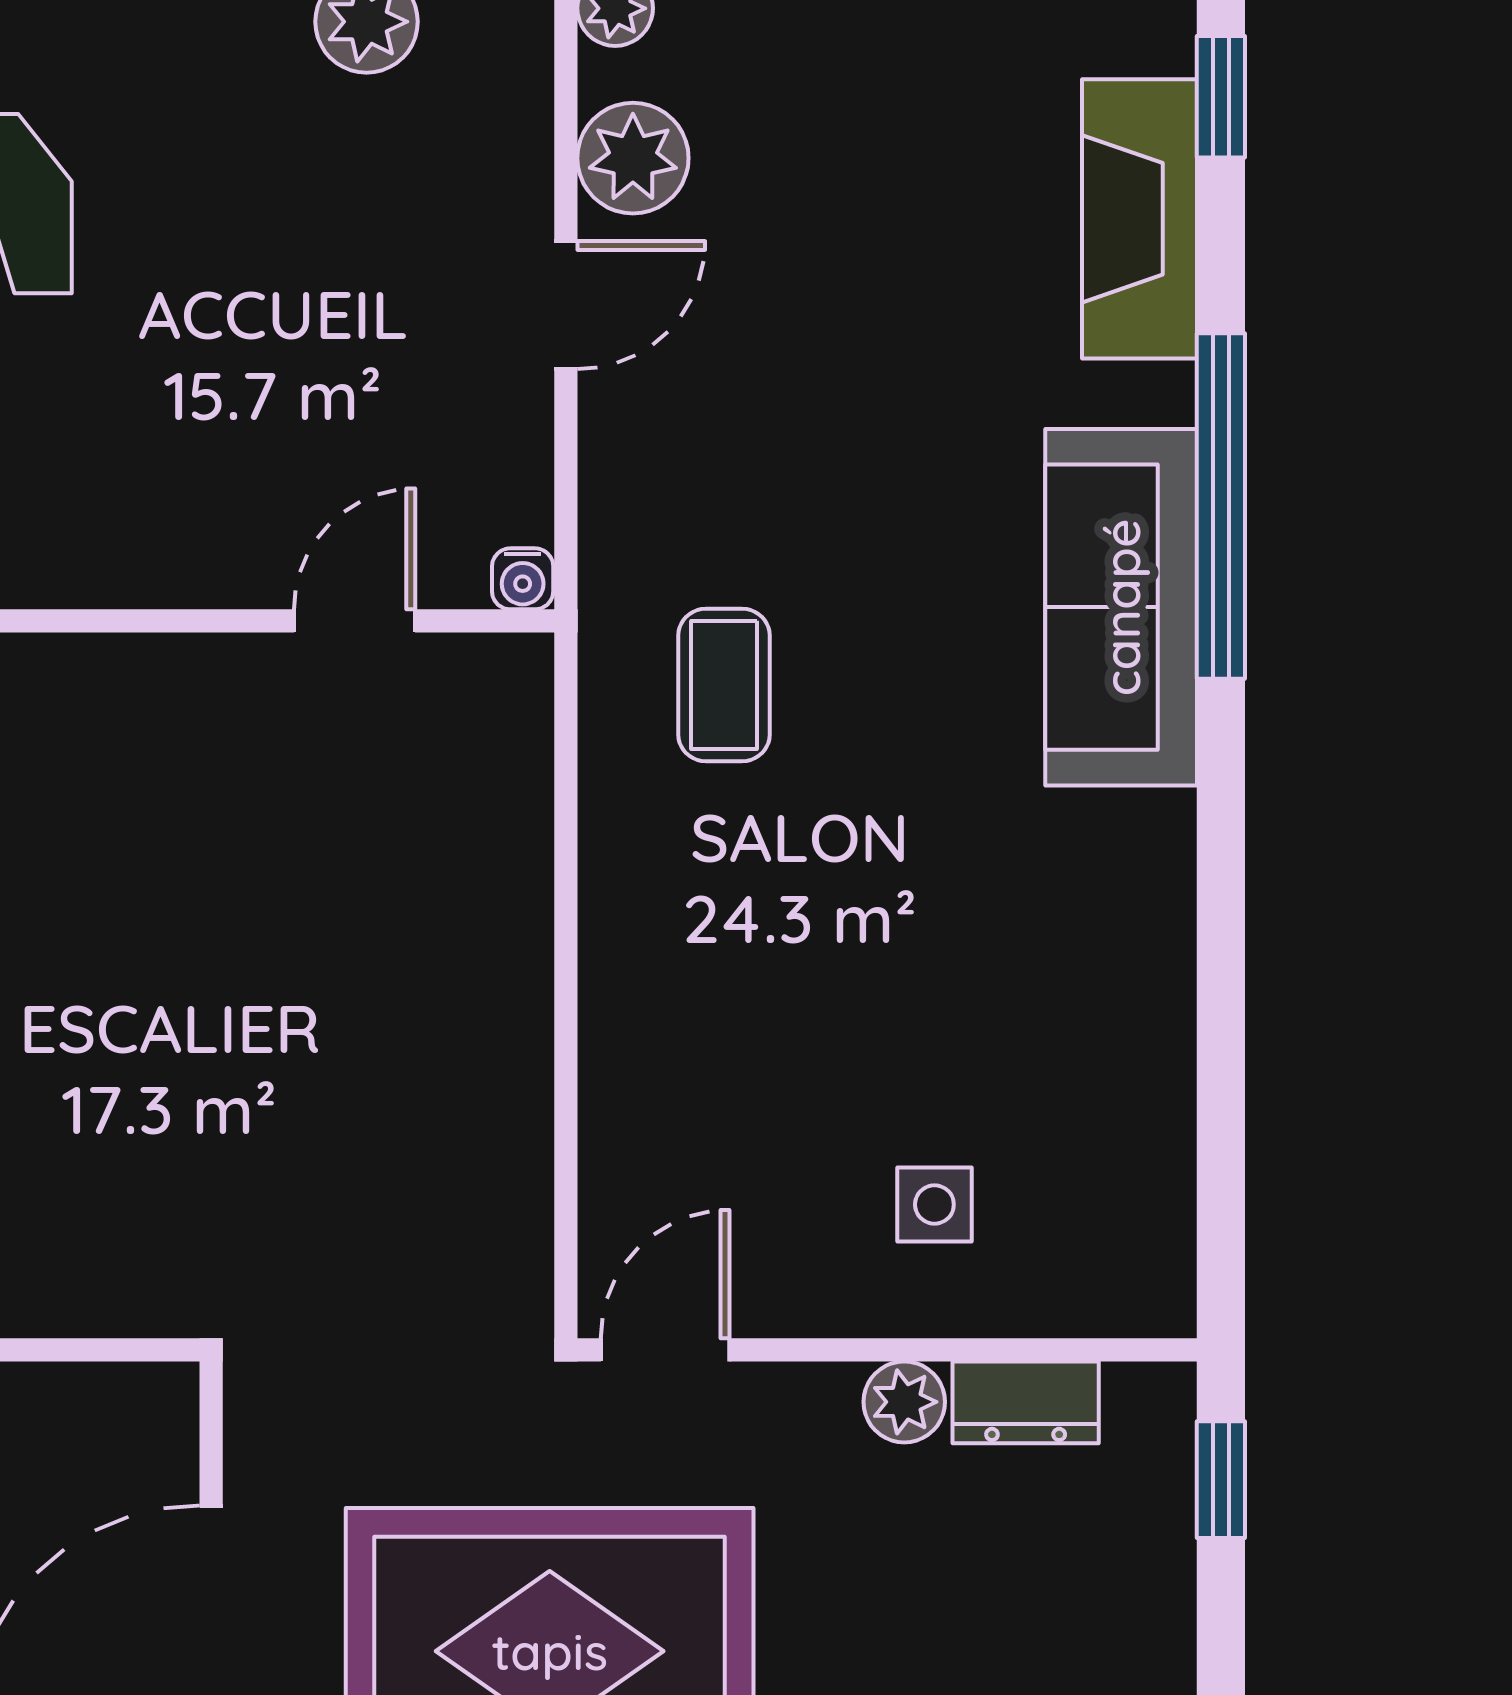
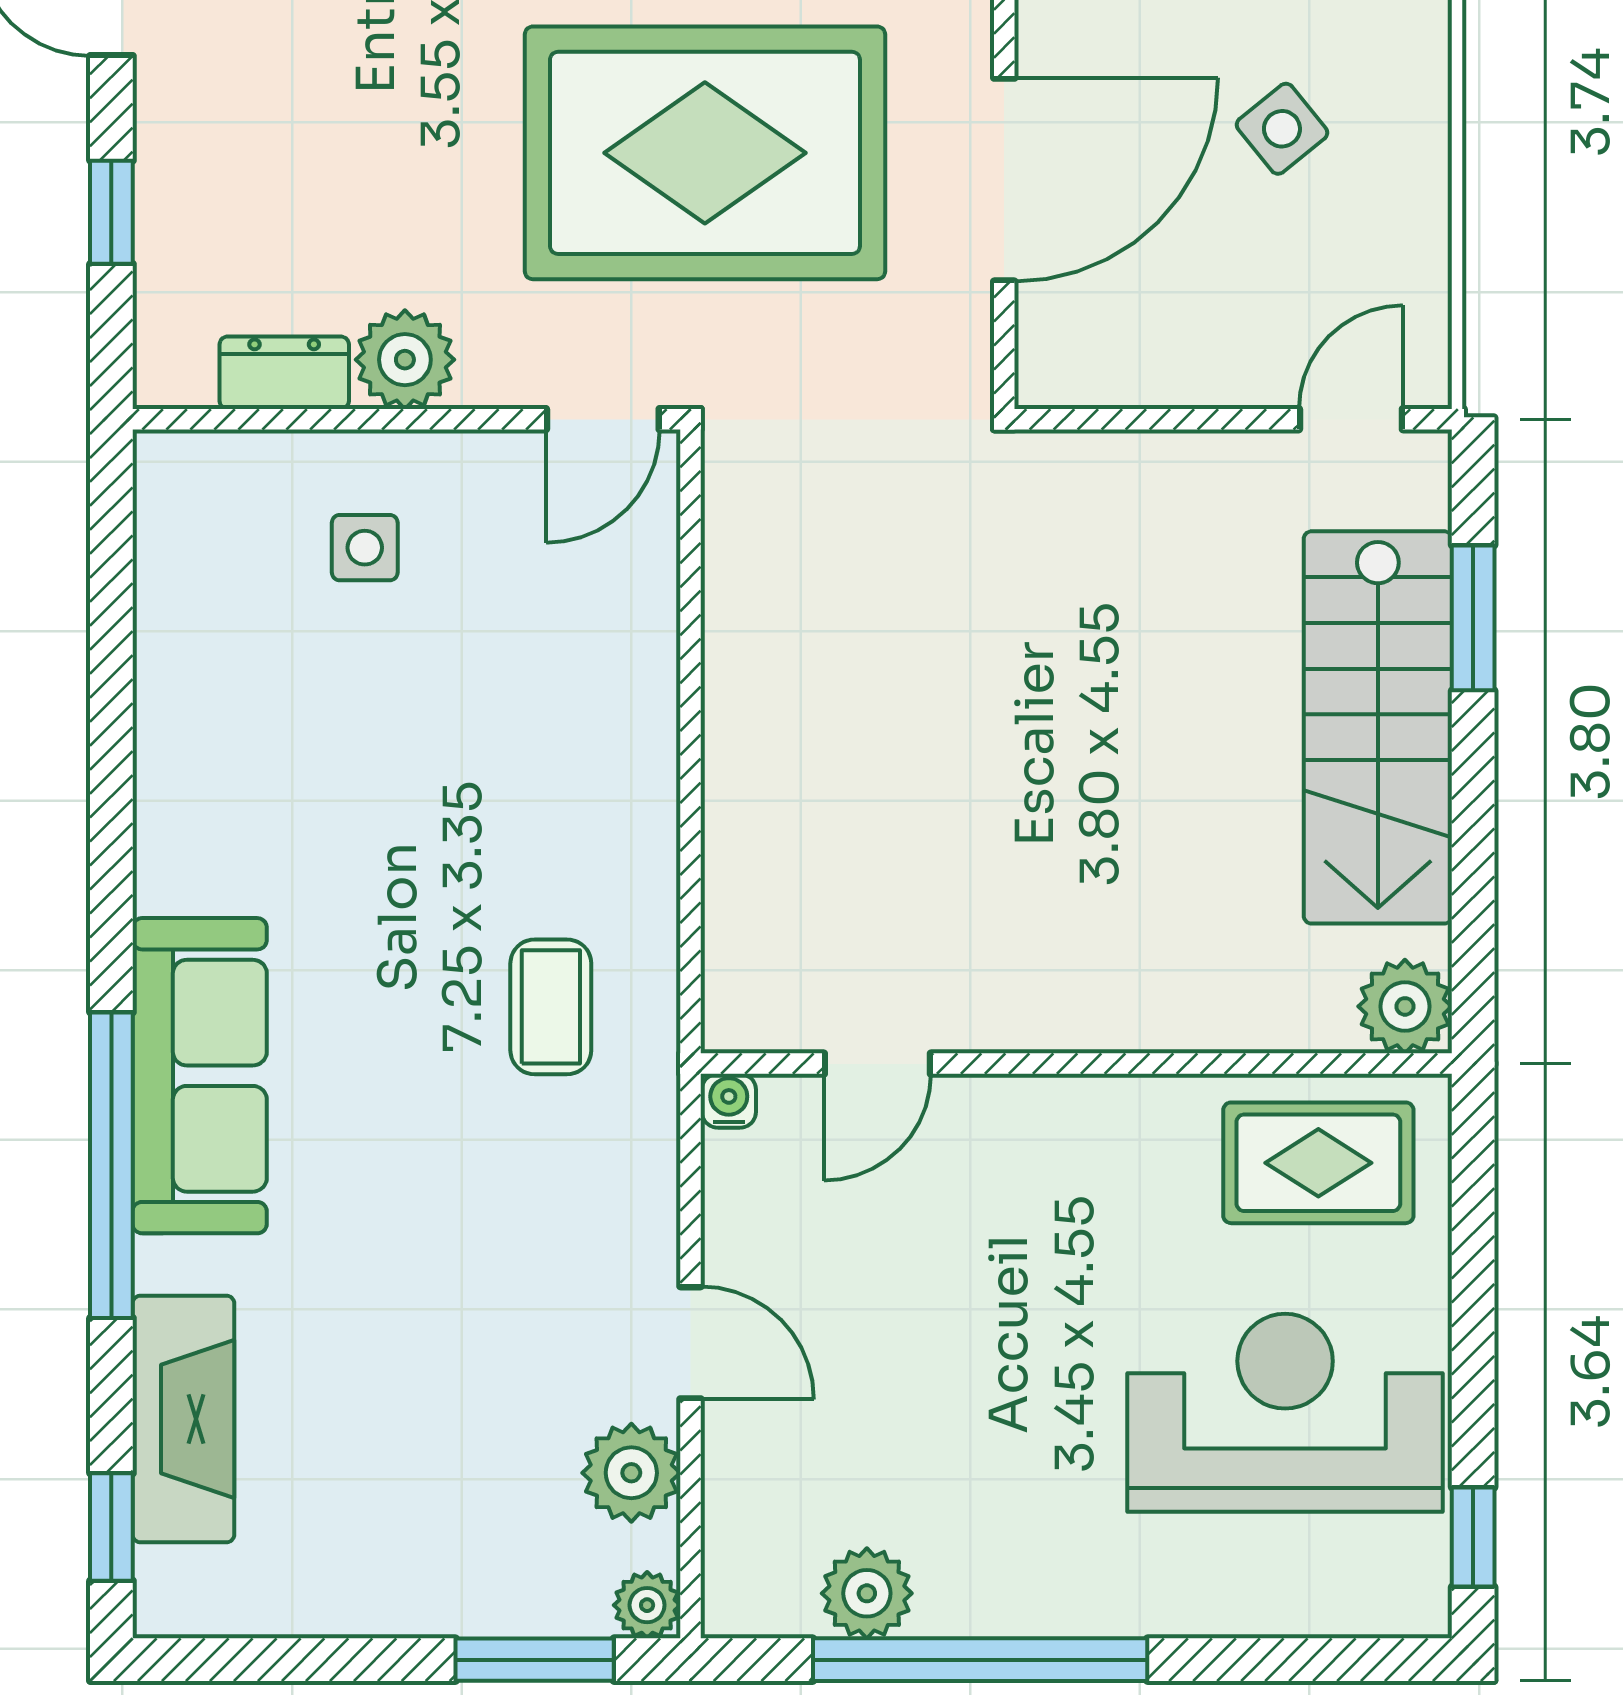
door: (566, 305) -> (691, 1343), swing flipped
plant: (904, 1402) -> (405, 360), width x1.38, depth x1.38
window: (1221, 1480) -> (111, 212), moved

